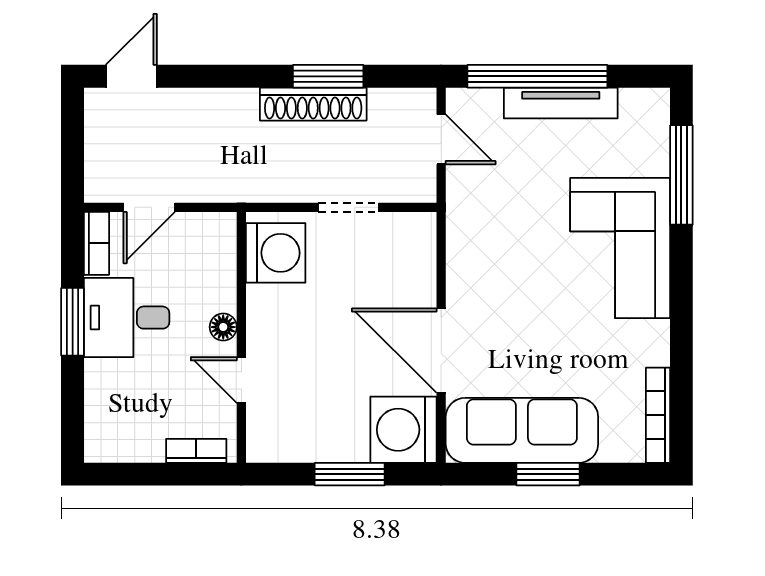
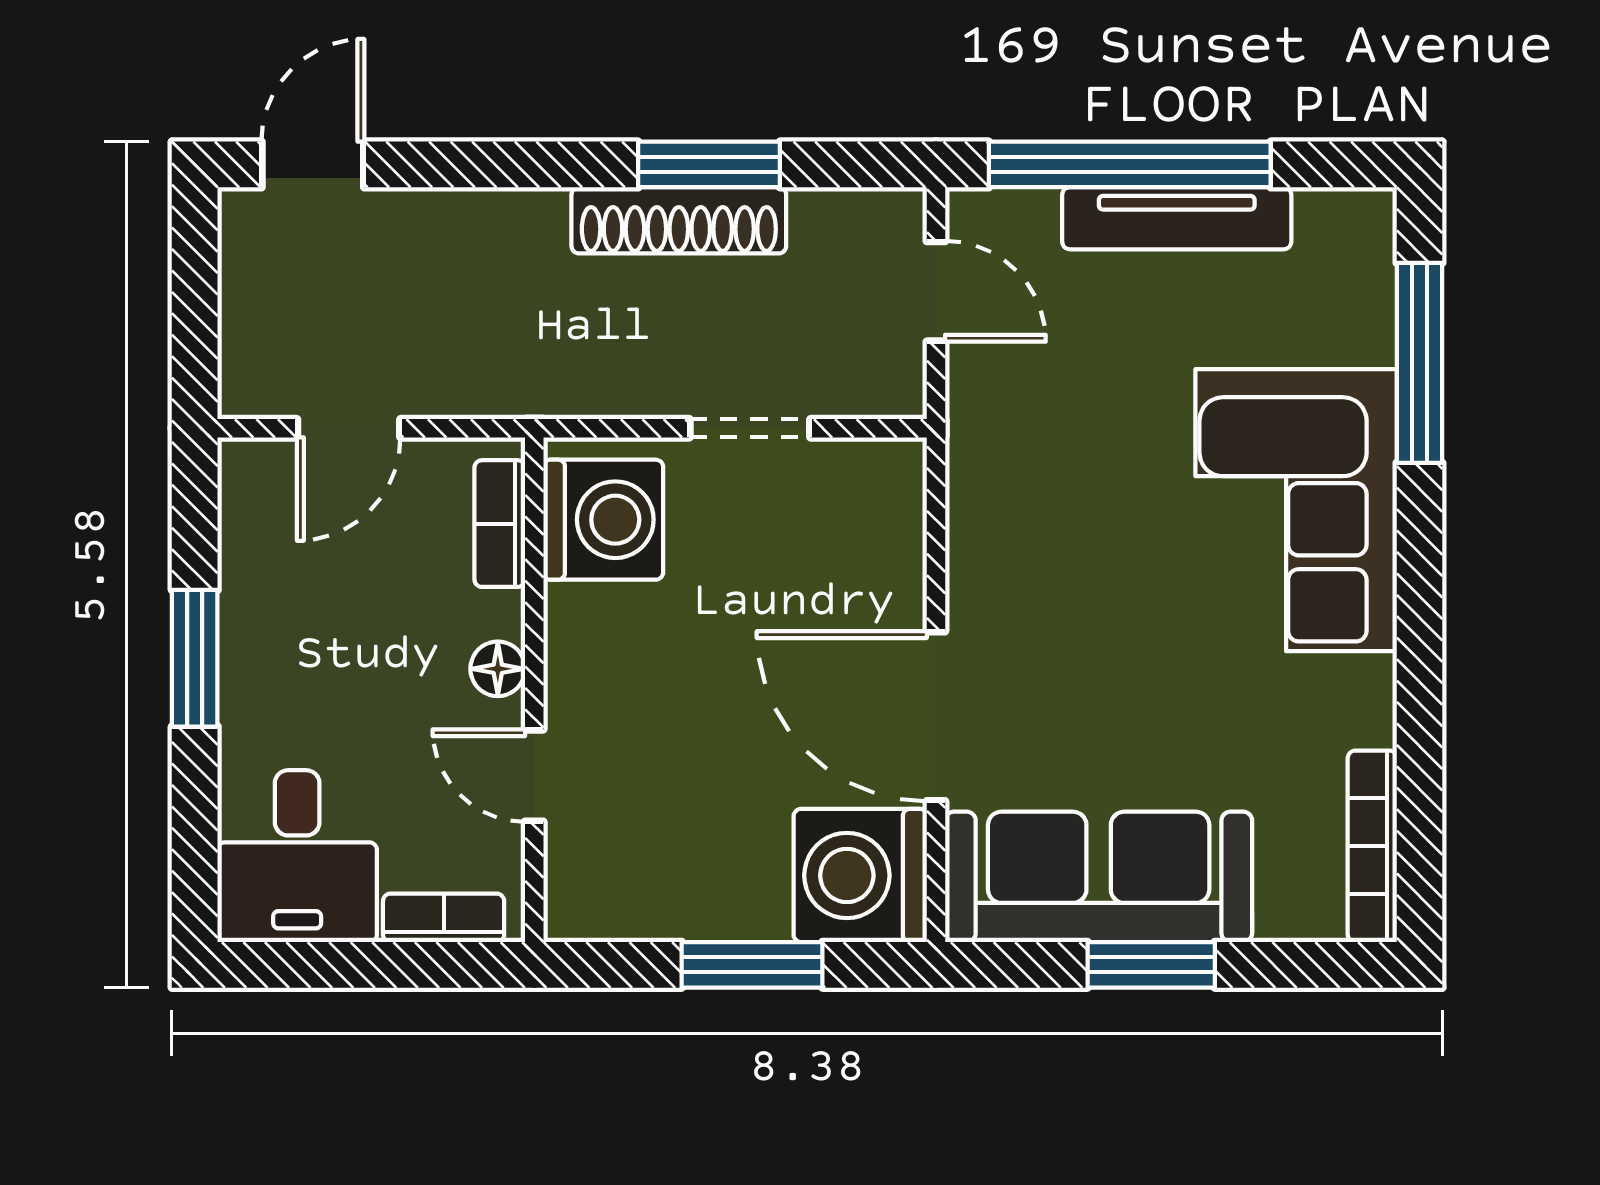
bookcase: (96, 243) -> (500, 524), moved, turned 180
desk: (127, 318) -> (297, 856), moved, turned -90

